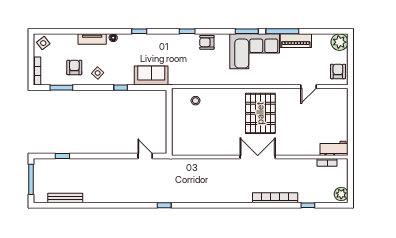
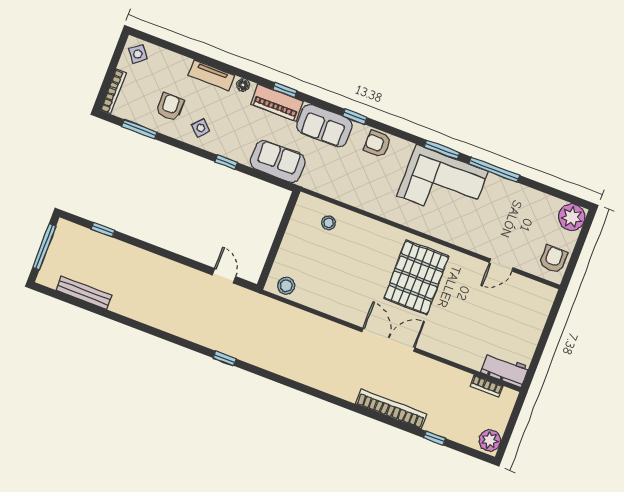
piano: (296, 41) -> (277, 103), moved
sofa: (171, 43) -> (324, 126), added
stool: (184, 148) -> (286, 286), added

